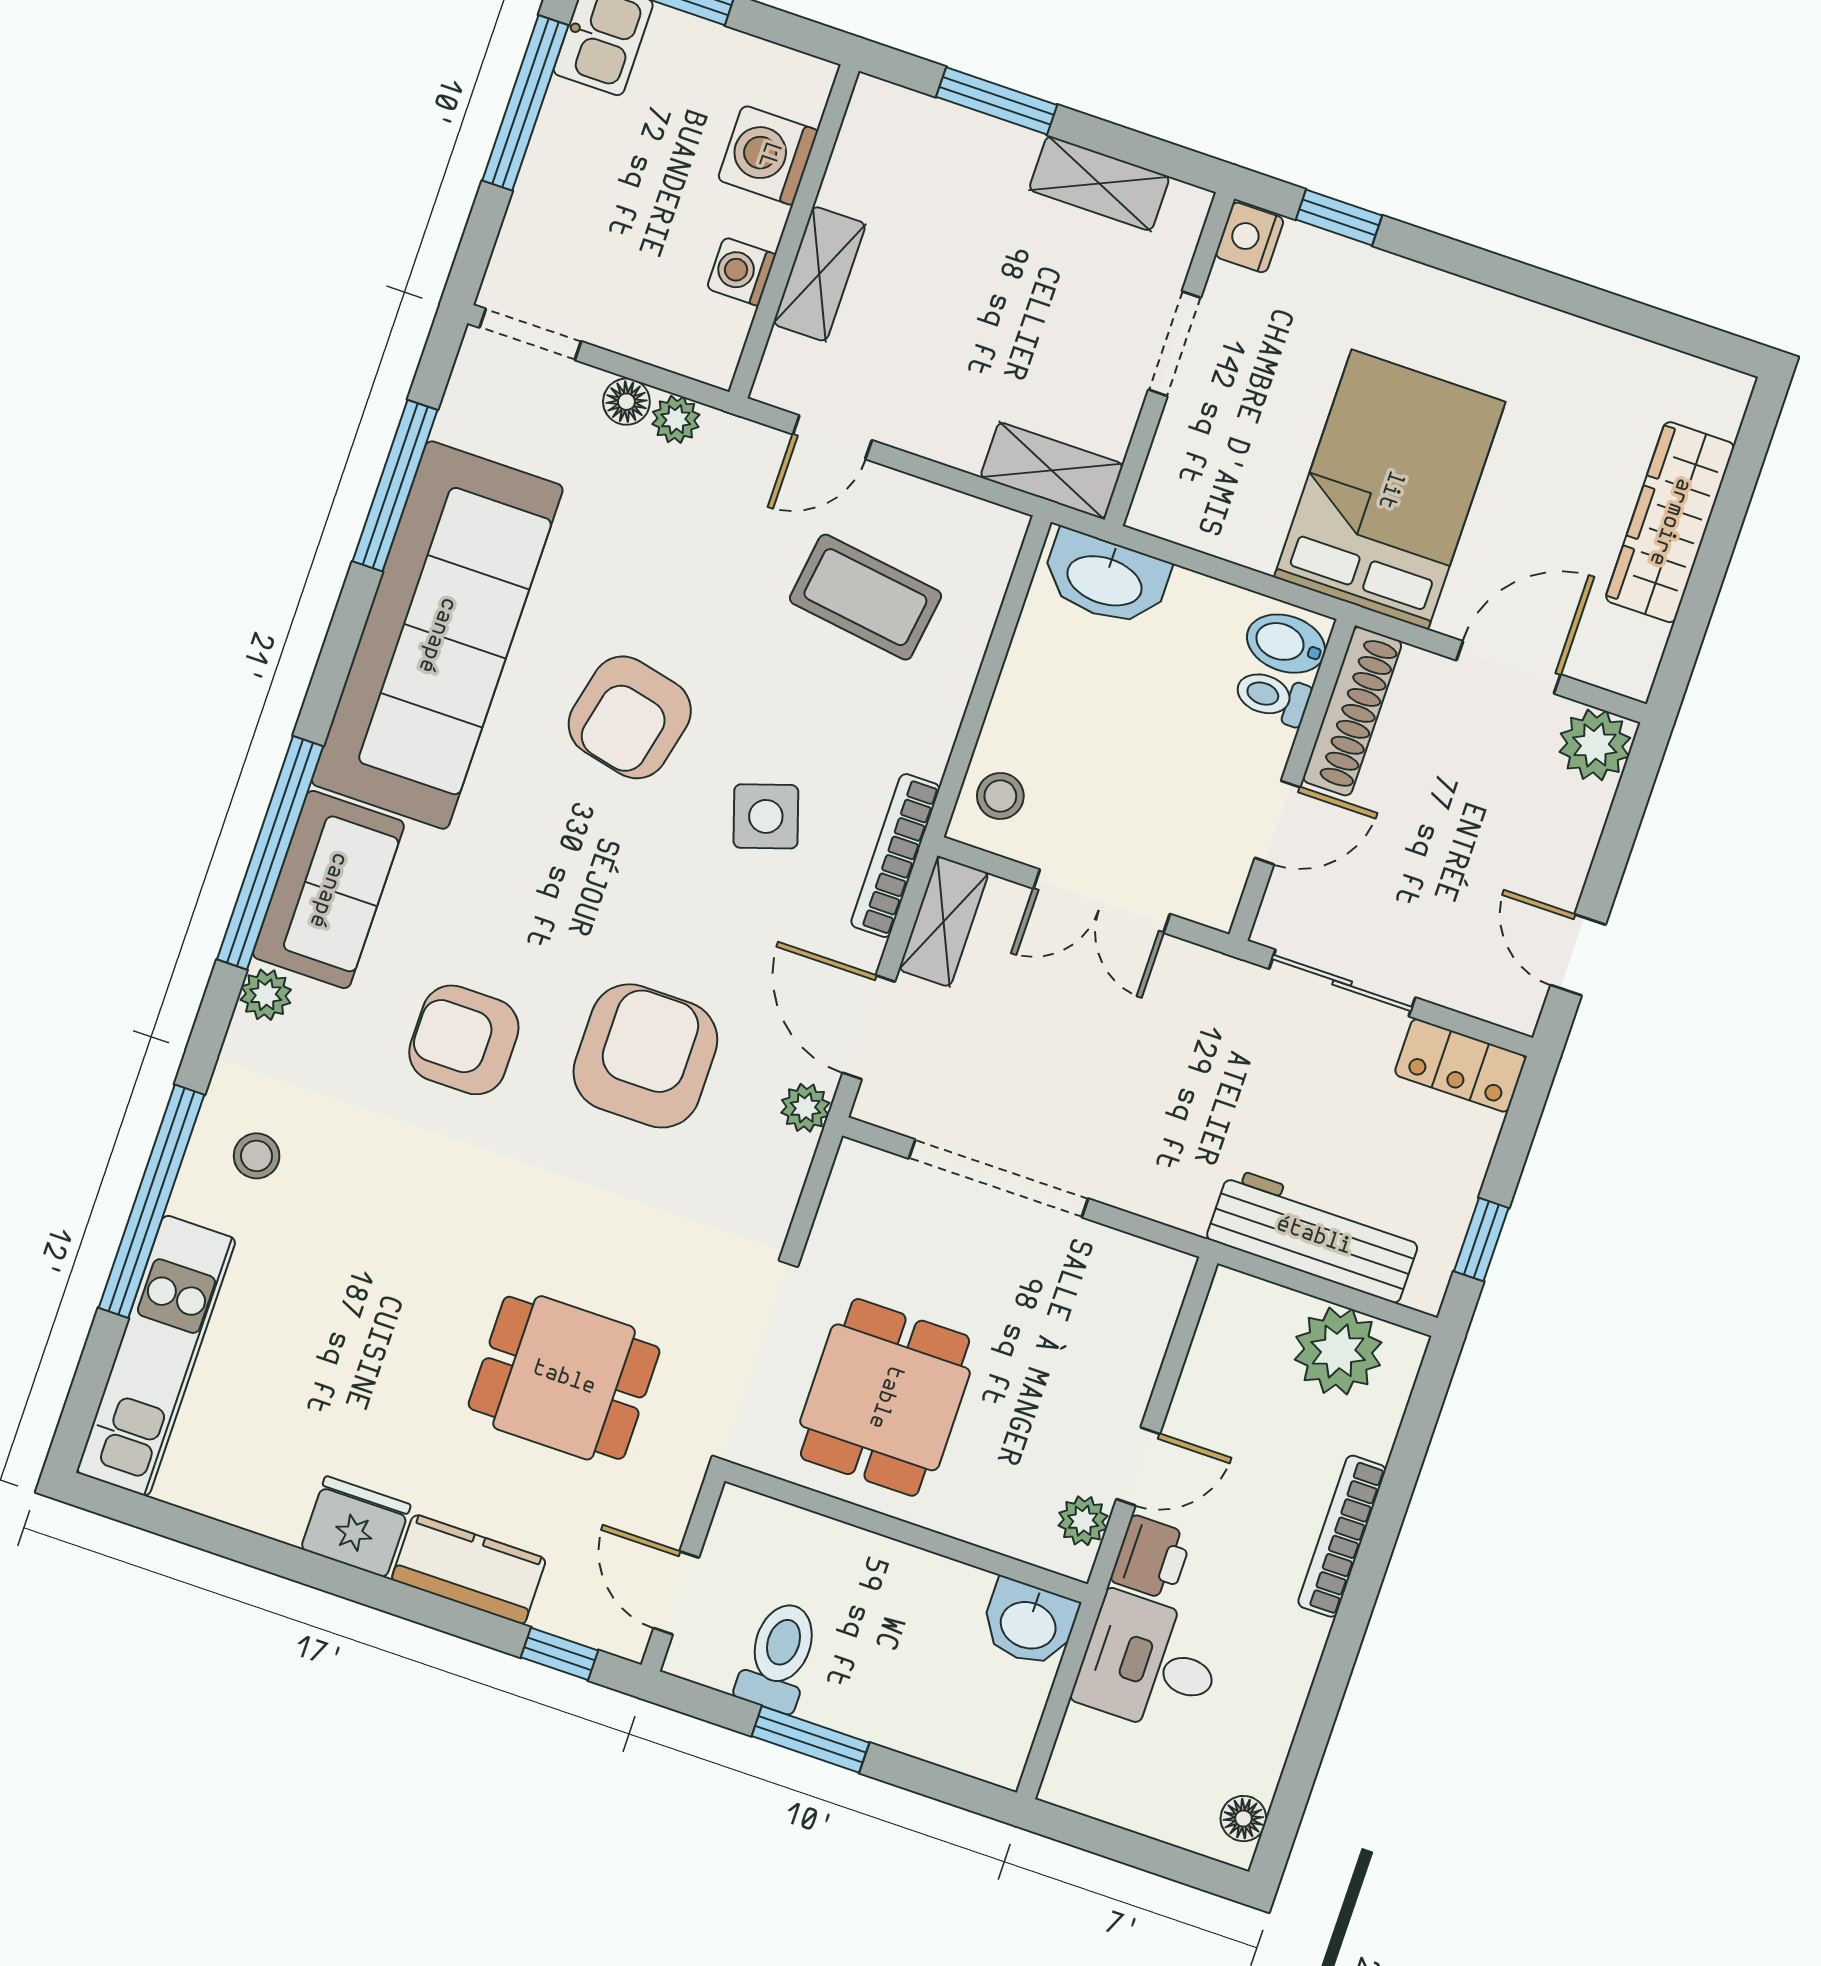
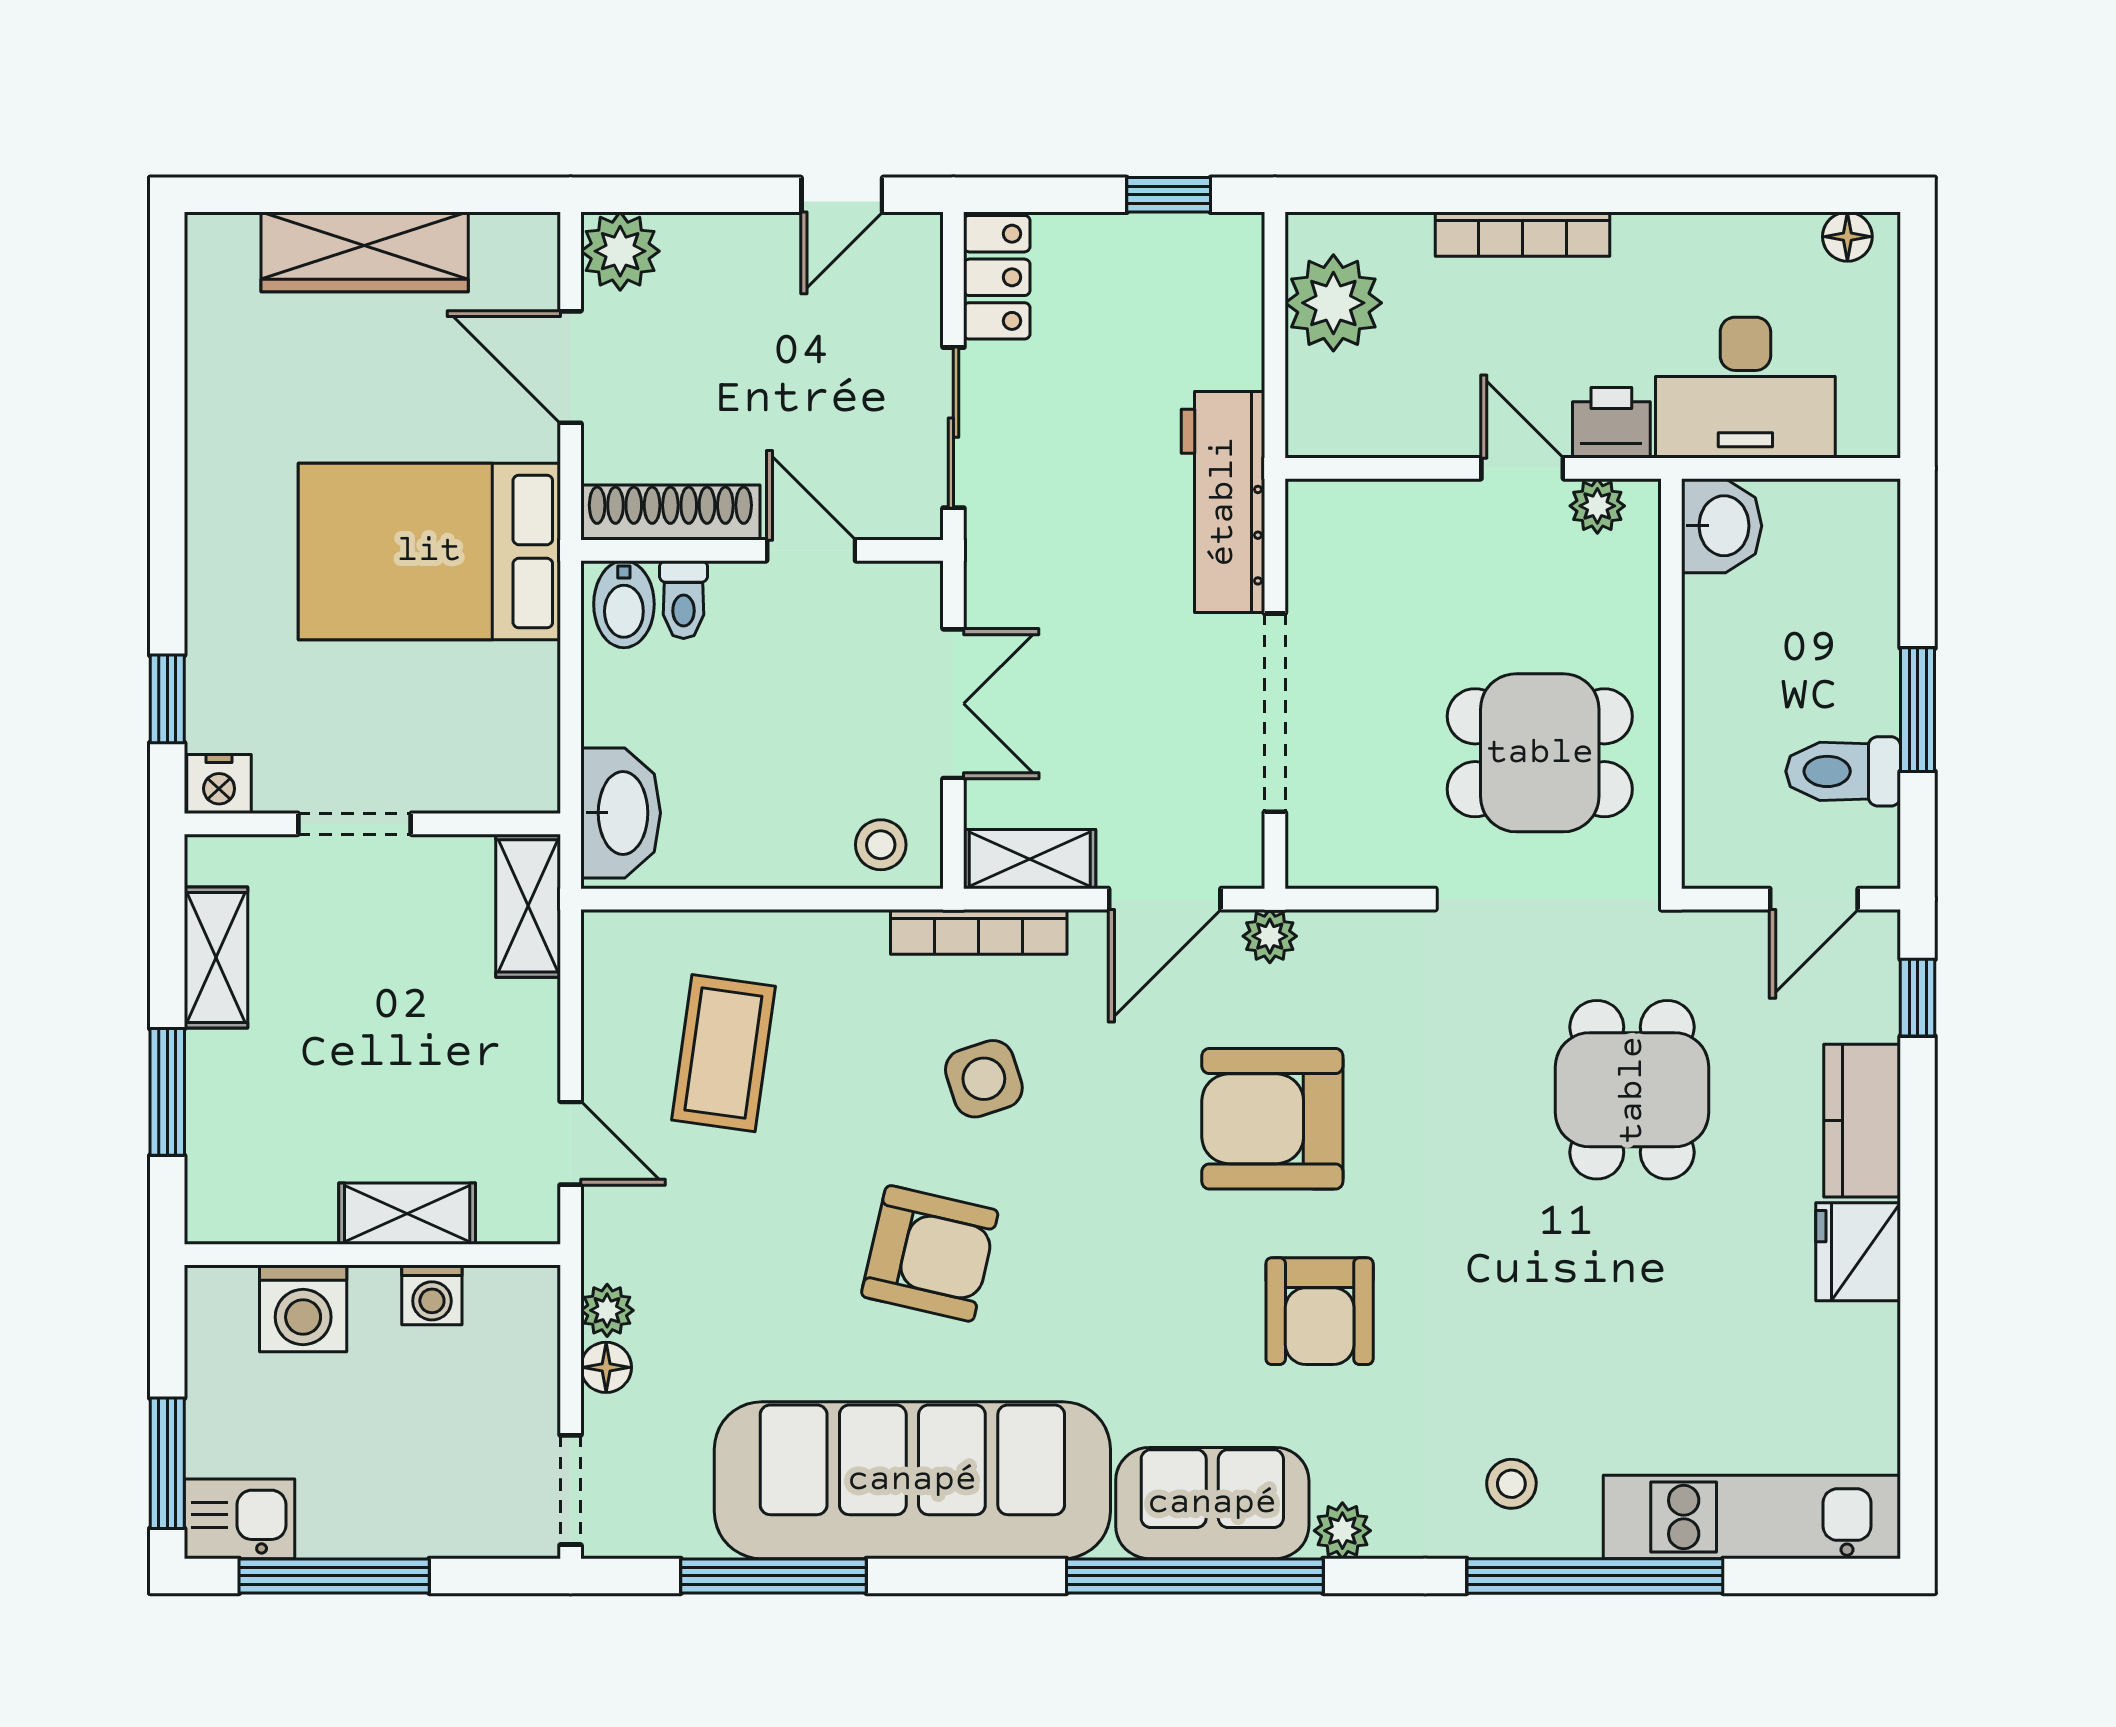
workbench: (1314, 1236) -> (1223, 502), moved
desk: (1149, 1664) -> (1745, 388), width x1.37

